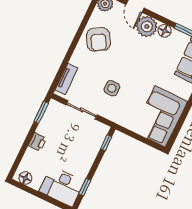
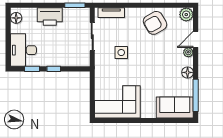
plant: (147, 27) -> (188, 52), width x0.53, depth x0.53
printer: (37, 142) -> (50, 16), width x1.87, depth x1.48
window: (106, 143) -> (54, 69), moved

